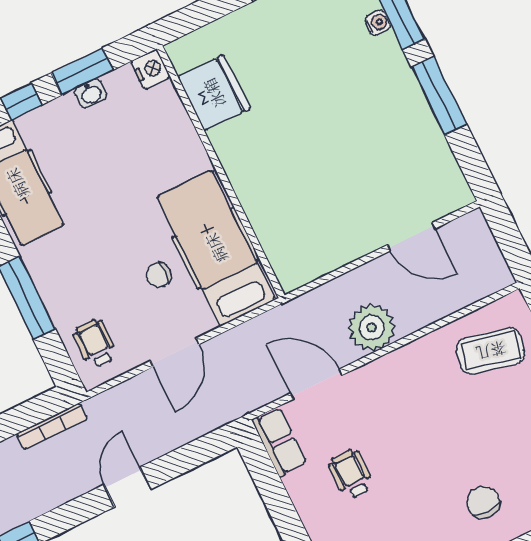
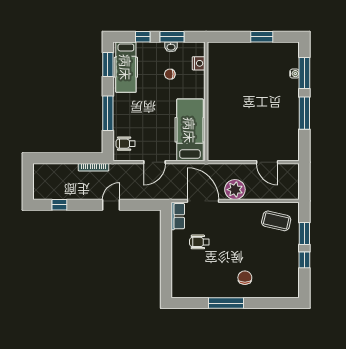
nightstand: (151, 69) -> (199, 63), moved
fridge: (214, 93) -> (218, 70), removed
chair: (158, 275) -> (170, 74), moved
wheelchair: (95, 343) -> (126, 144), turned -90
door: (316, 384) -> (203, 201), width x1.36
wheelchair: (351, 474) -> (199, 242), turned -90

